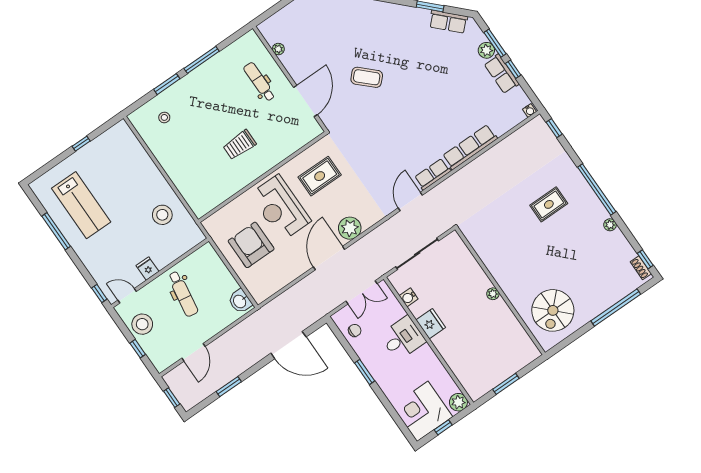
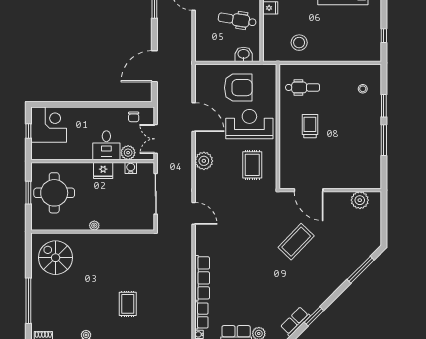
plant: (278, 49) -> (360, 200), width x1.87, depth x1.87
coffee table: (367, 77) -> (296, 242), width x1.36, depth x1.32
dental chair: (259, 82) -> (303, 87), moved
window: (81, 144) -> (384, 36), moved
row of seats: (433, 174) -> (201, 315), moved
door: (329, 258) -> (194, 117), moved
washbasin: (240, 301) -> (244, 54), moved
round table: (488, 358) -> (54, 193), added
window: (365, 372) -> (102, 104), removed
plant: (458, 402) -> (128, 153), moved

